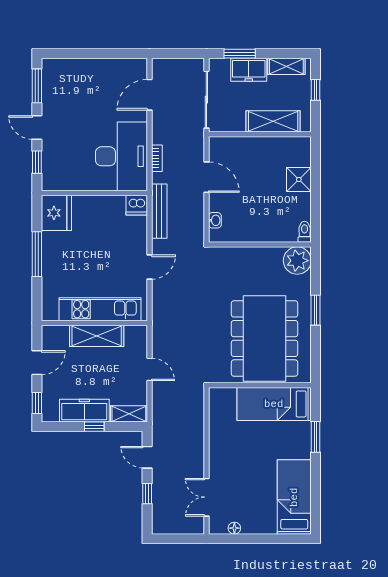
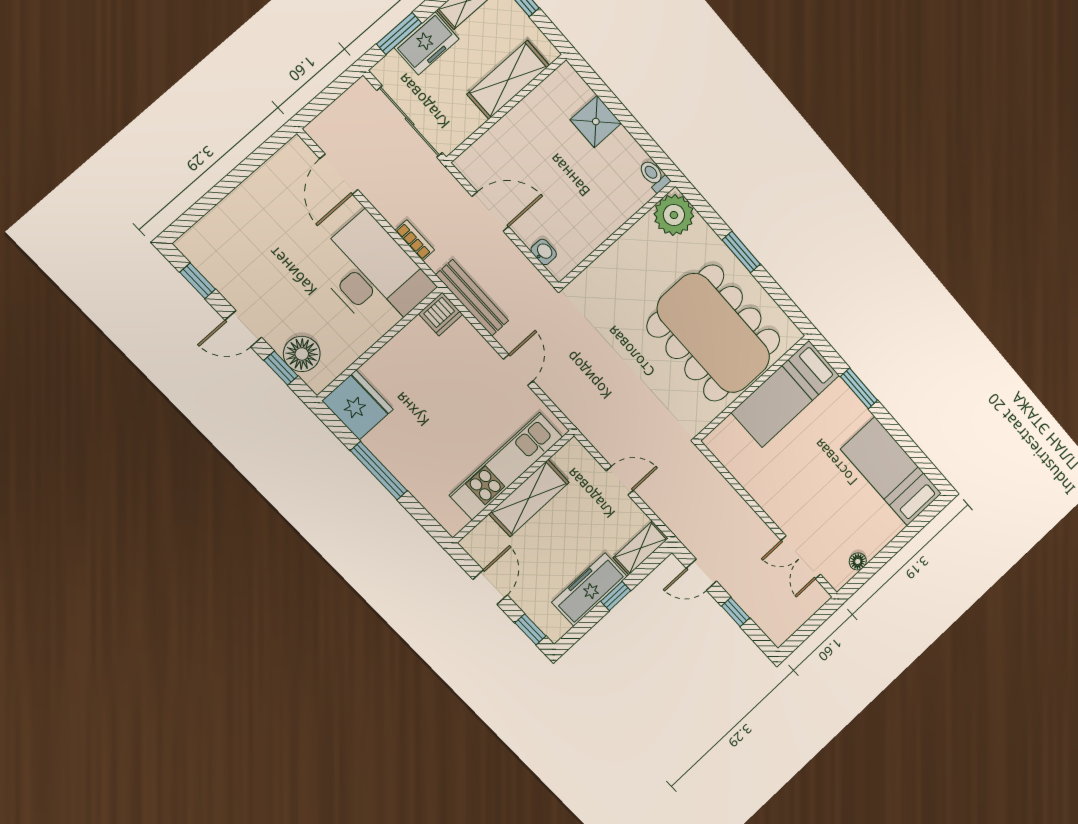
window: (37, 86) -> (197, 281), width x0.67
floor lamp: (53, 164) -> (302, 354), added

